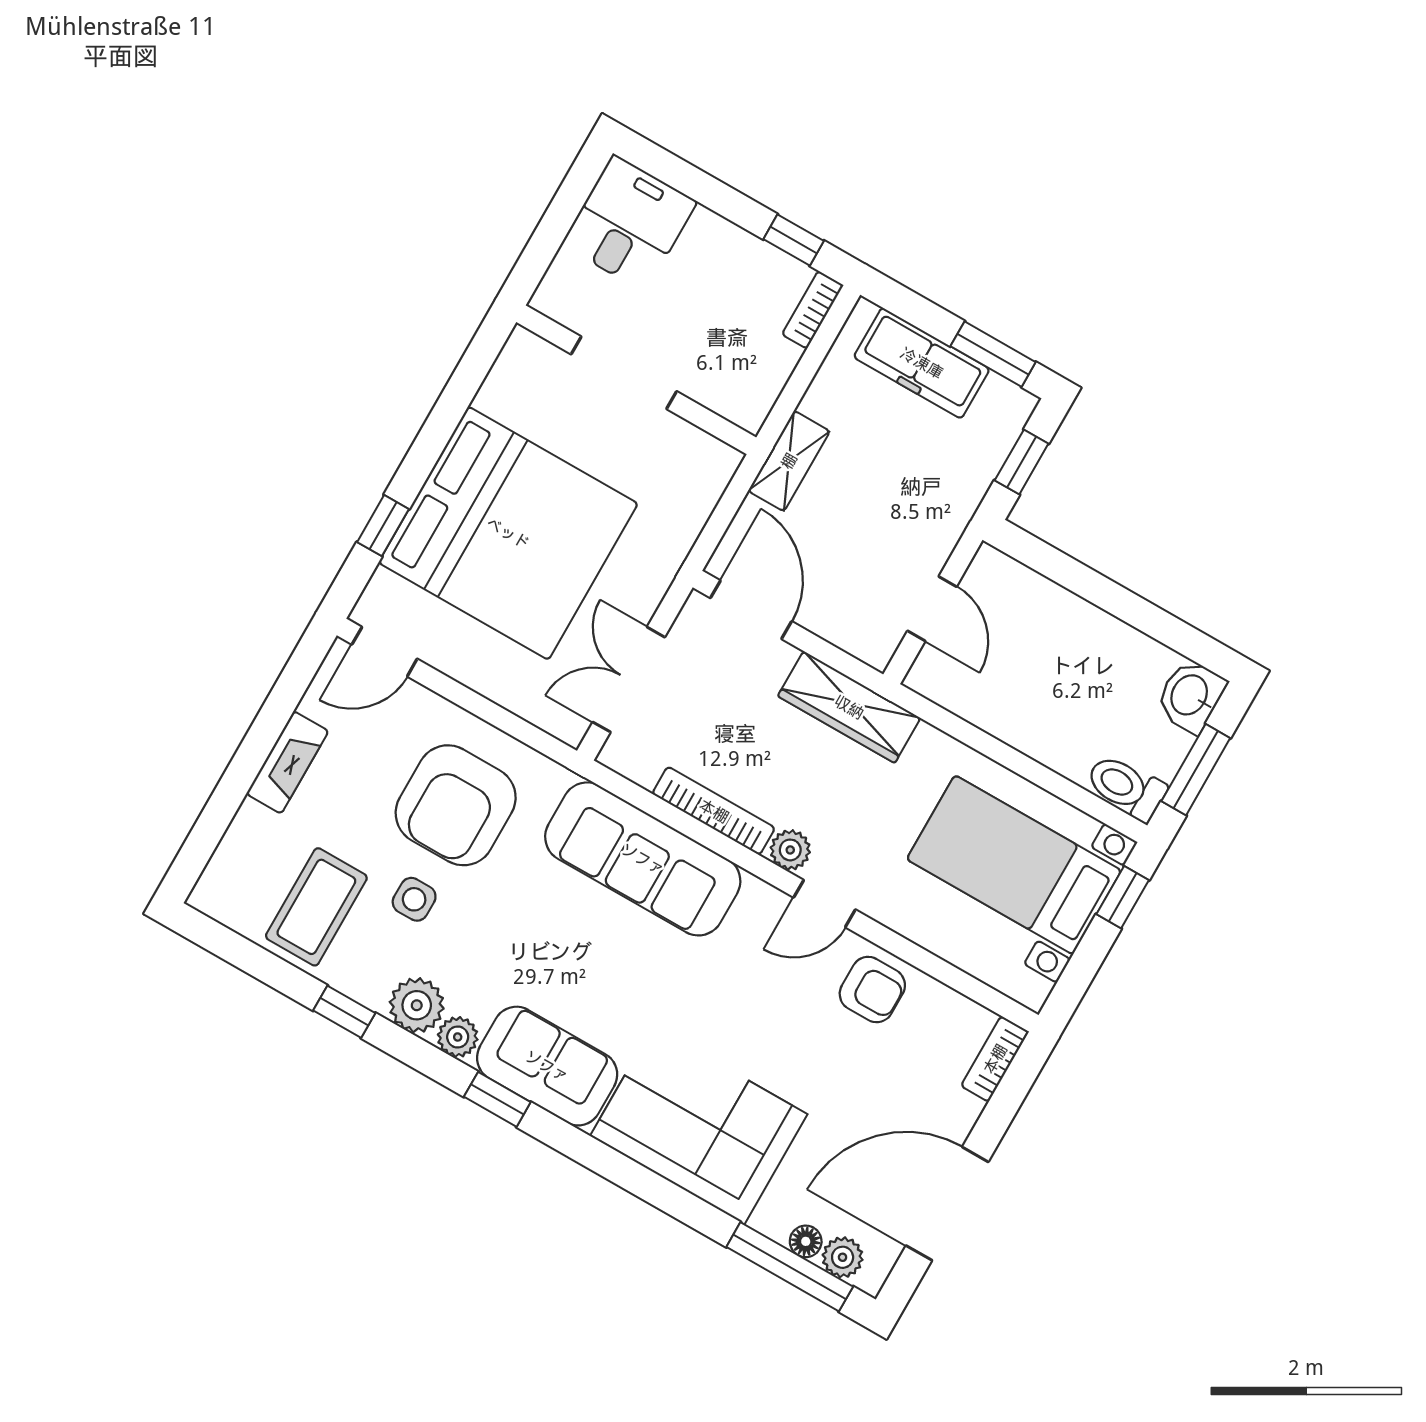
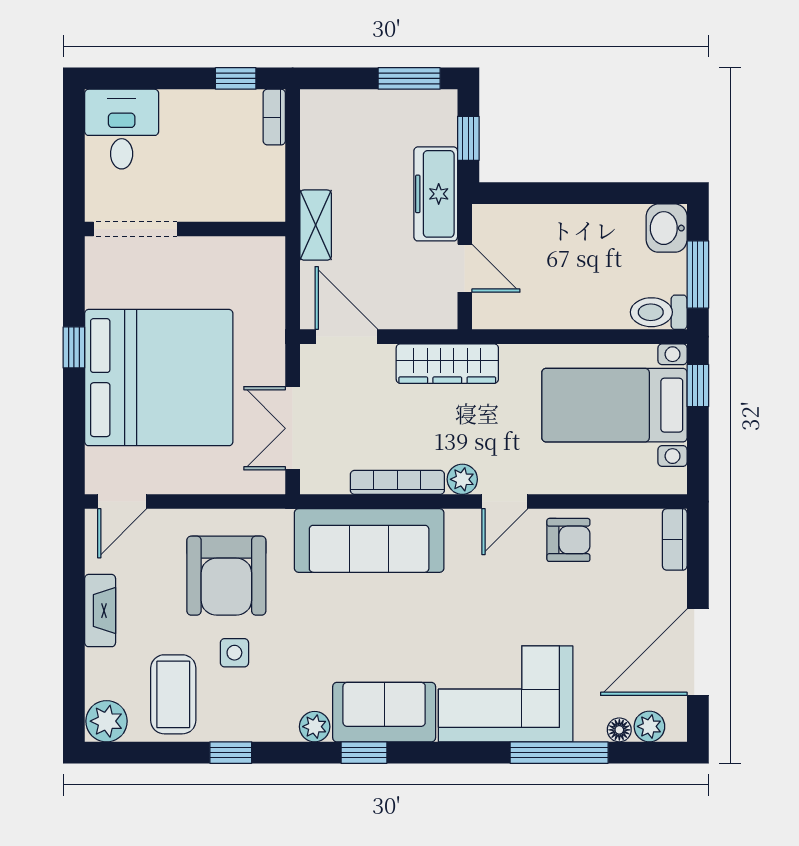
freezer: (922, 363) -> (436, 194), moved, turned 90
doorway: (624, 373) -> (135, 229), moved
window: (383, 526) -> (74, 347), moved
plant: (417, 1005) -> (107, 721), moved
window: (790, 1267) -> (559, 753), moved

